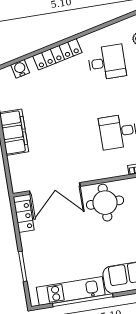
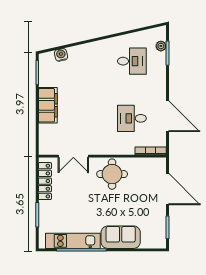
locker: (57, 54) -> (93, 48), removed
double door: (55, 189) -> (73, 156), width x0.73
locker: (24, 216) -> (45, 181), width x1.53

